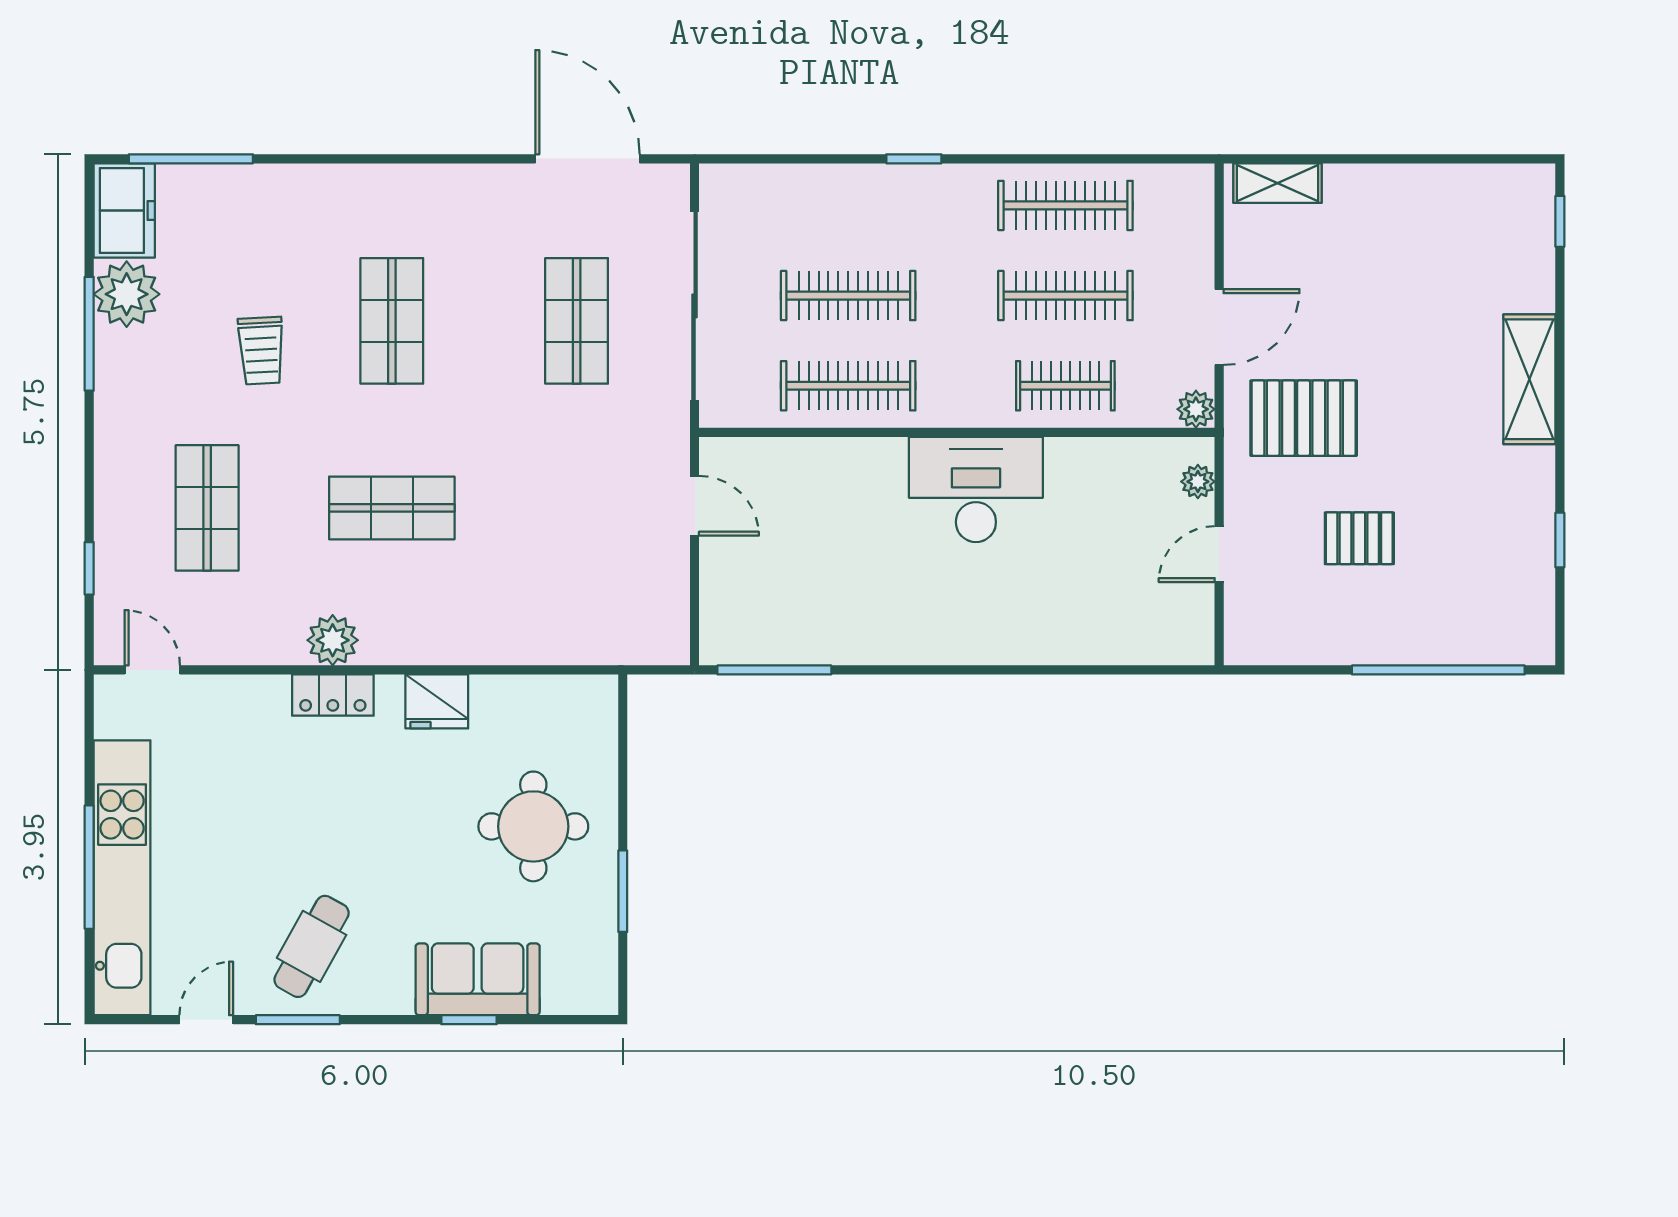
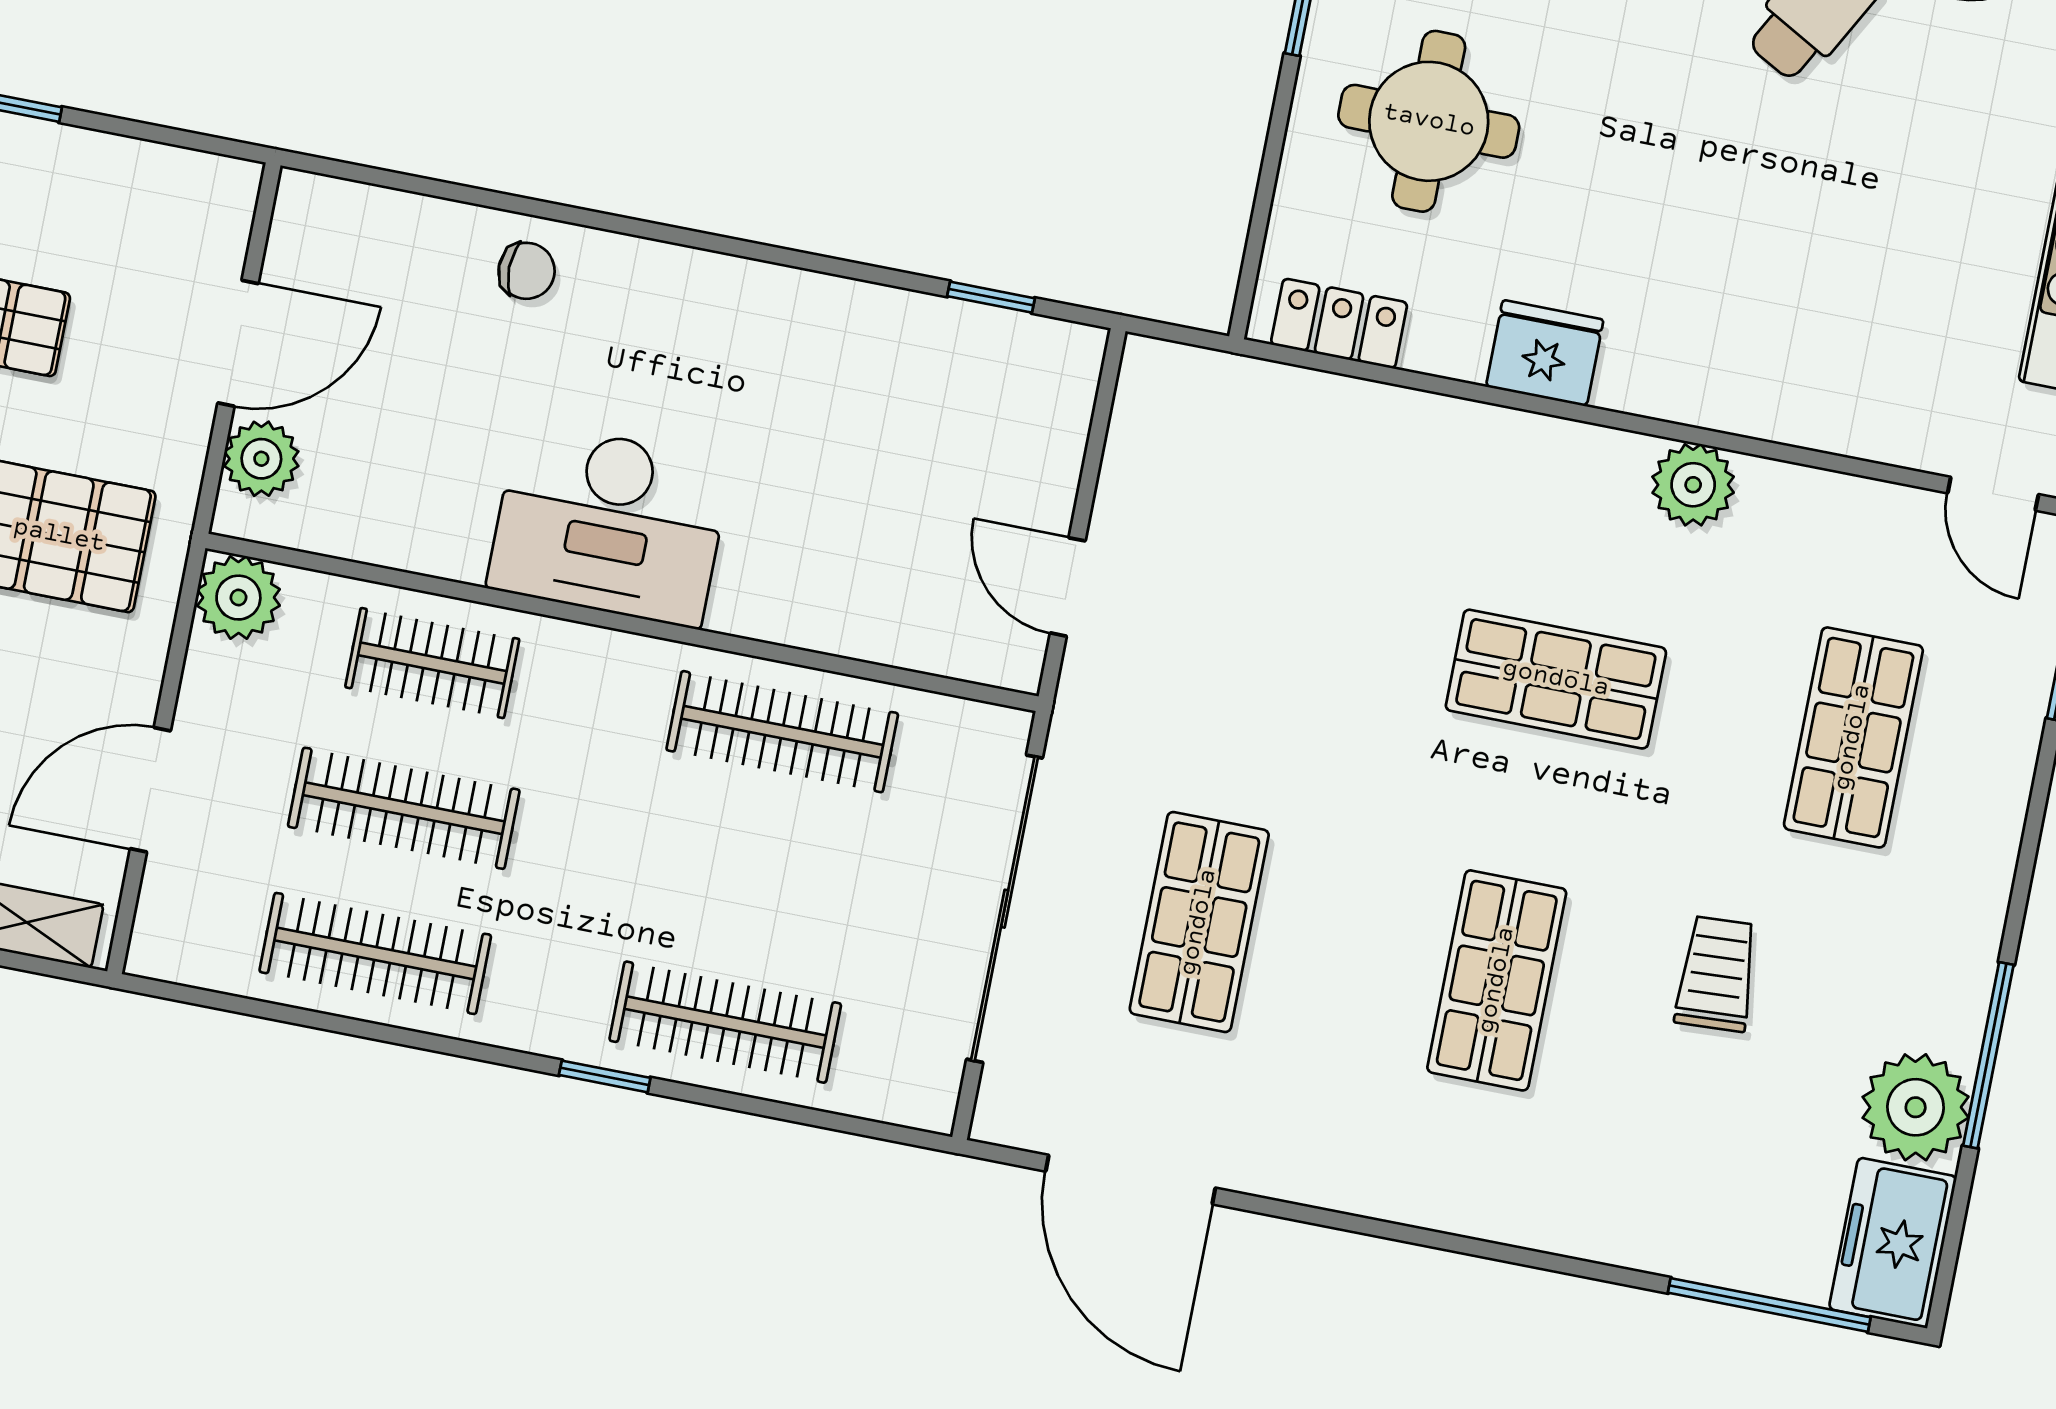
clothes rail: (848, 296) -> (725, 1022), moved
door: (1219, 327) -> (150, 790), moved
plant: (1196, 409) -> (238, 598), width x1.38, depth x1.38
plant: (1198, 482) -> (261, 459), width x1.38, depth x1.38
door: (1219, 554) -> (238, 343), width x1.38
chair: (1055, 631) -> (527, 271), added
window: (774, 670) -> (991, 297), width x0.46
locker: (333, 695) -> (1339, 323), moved

